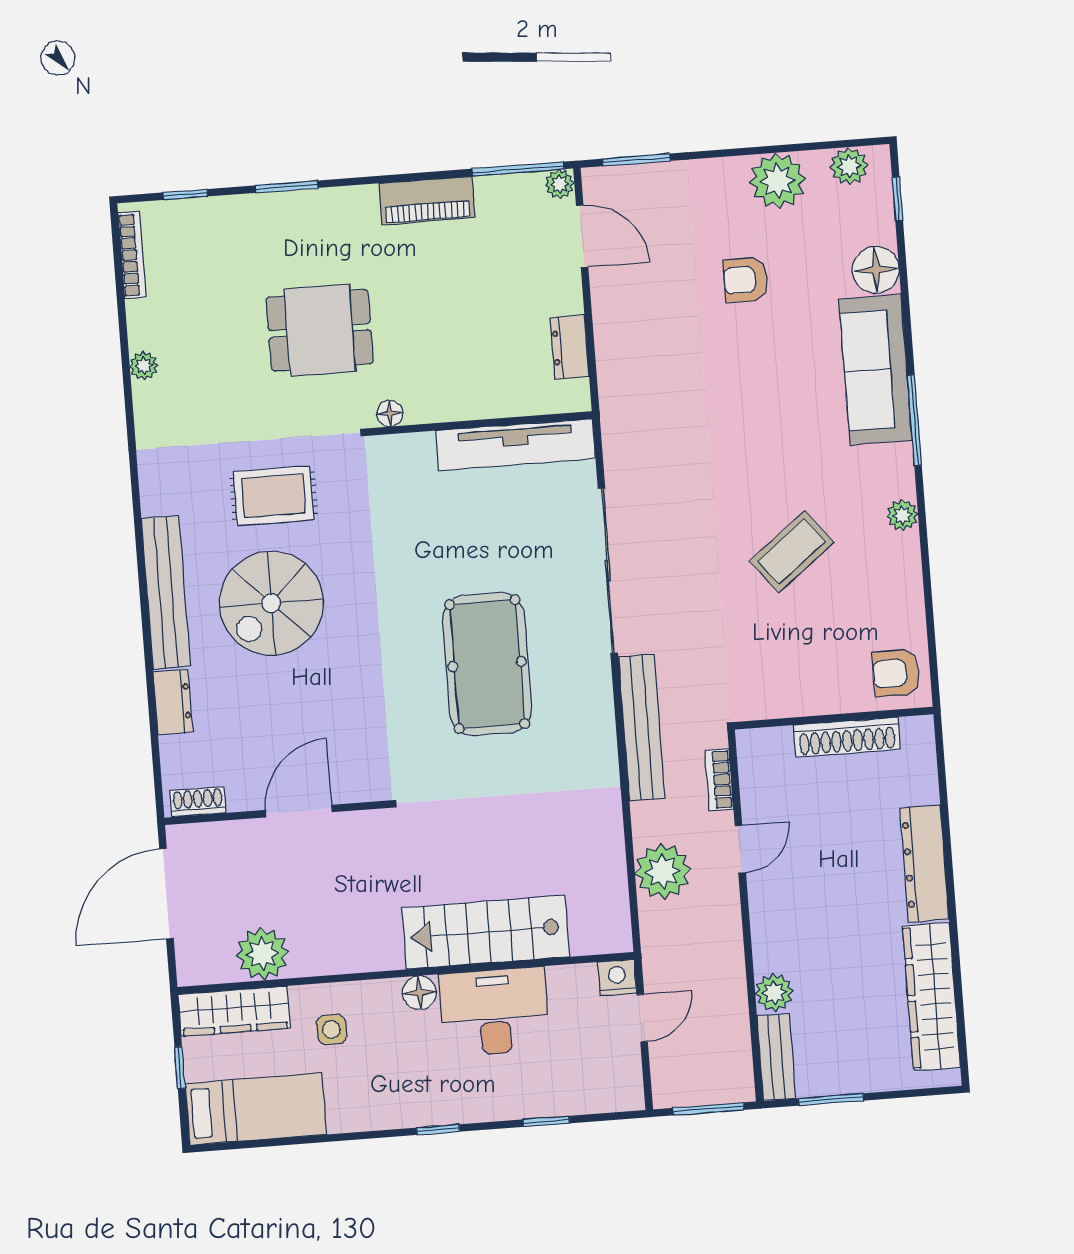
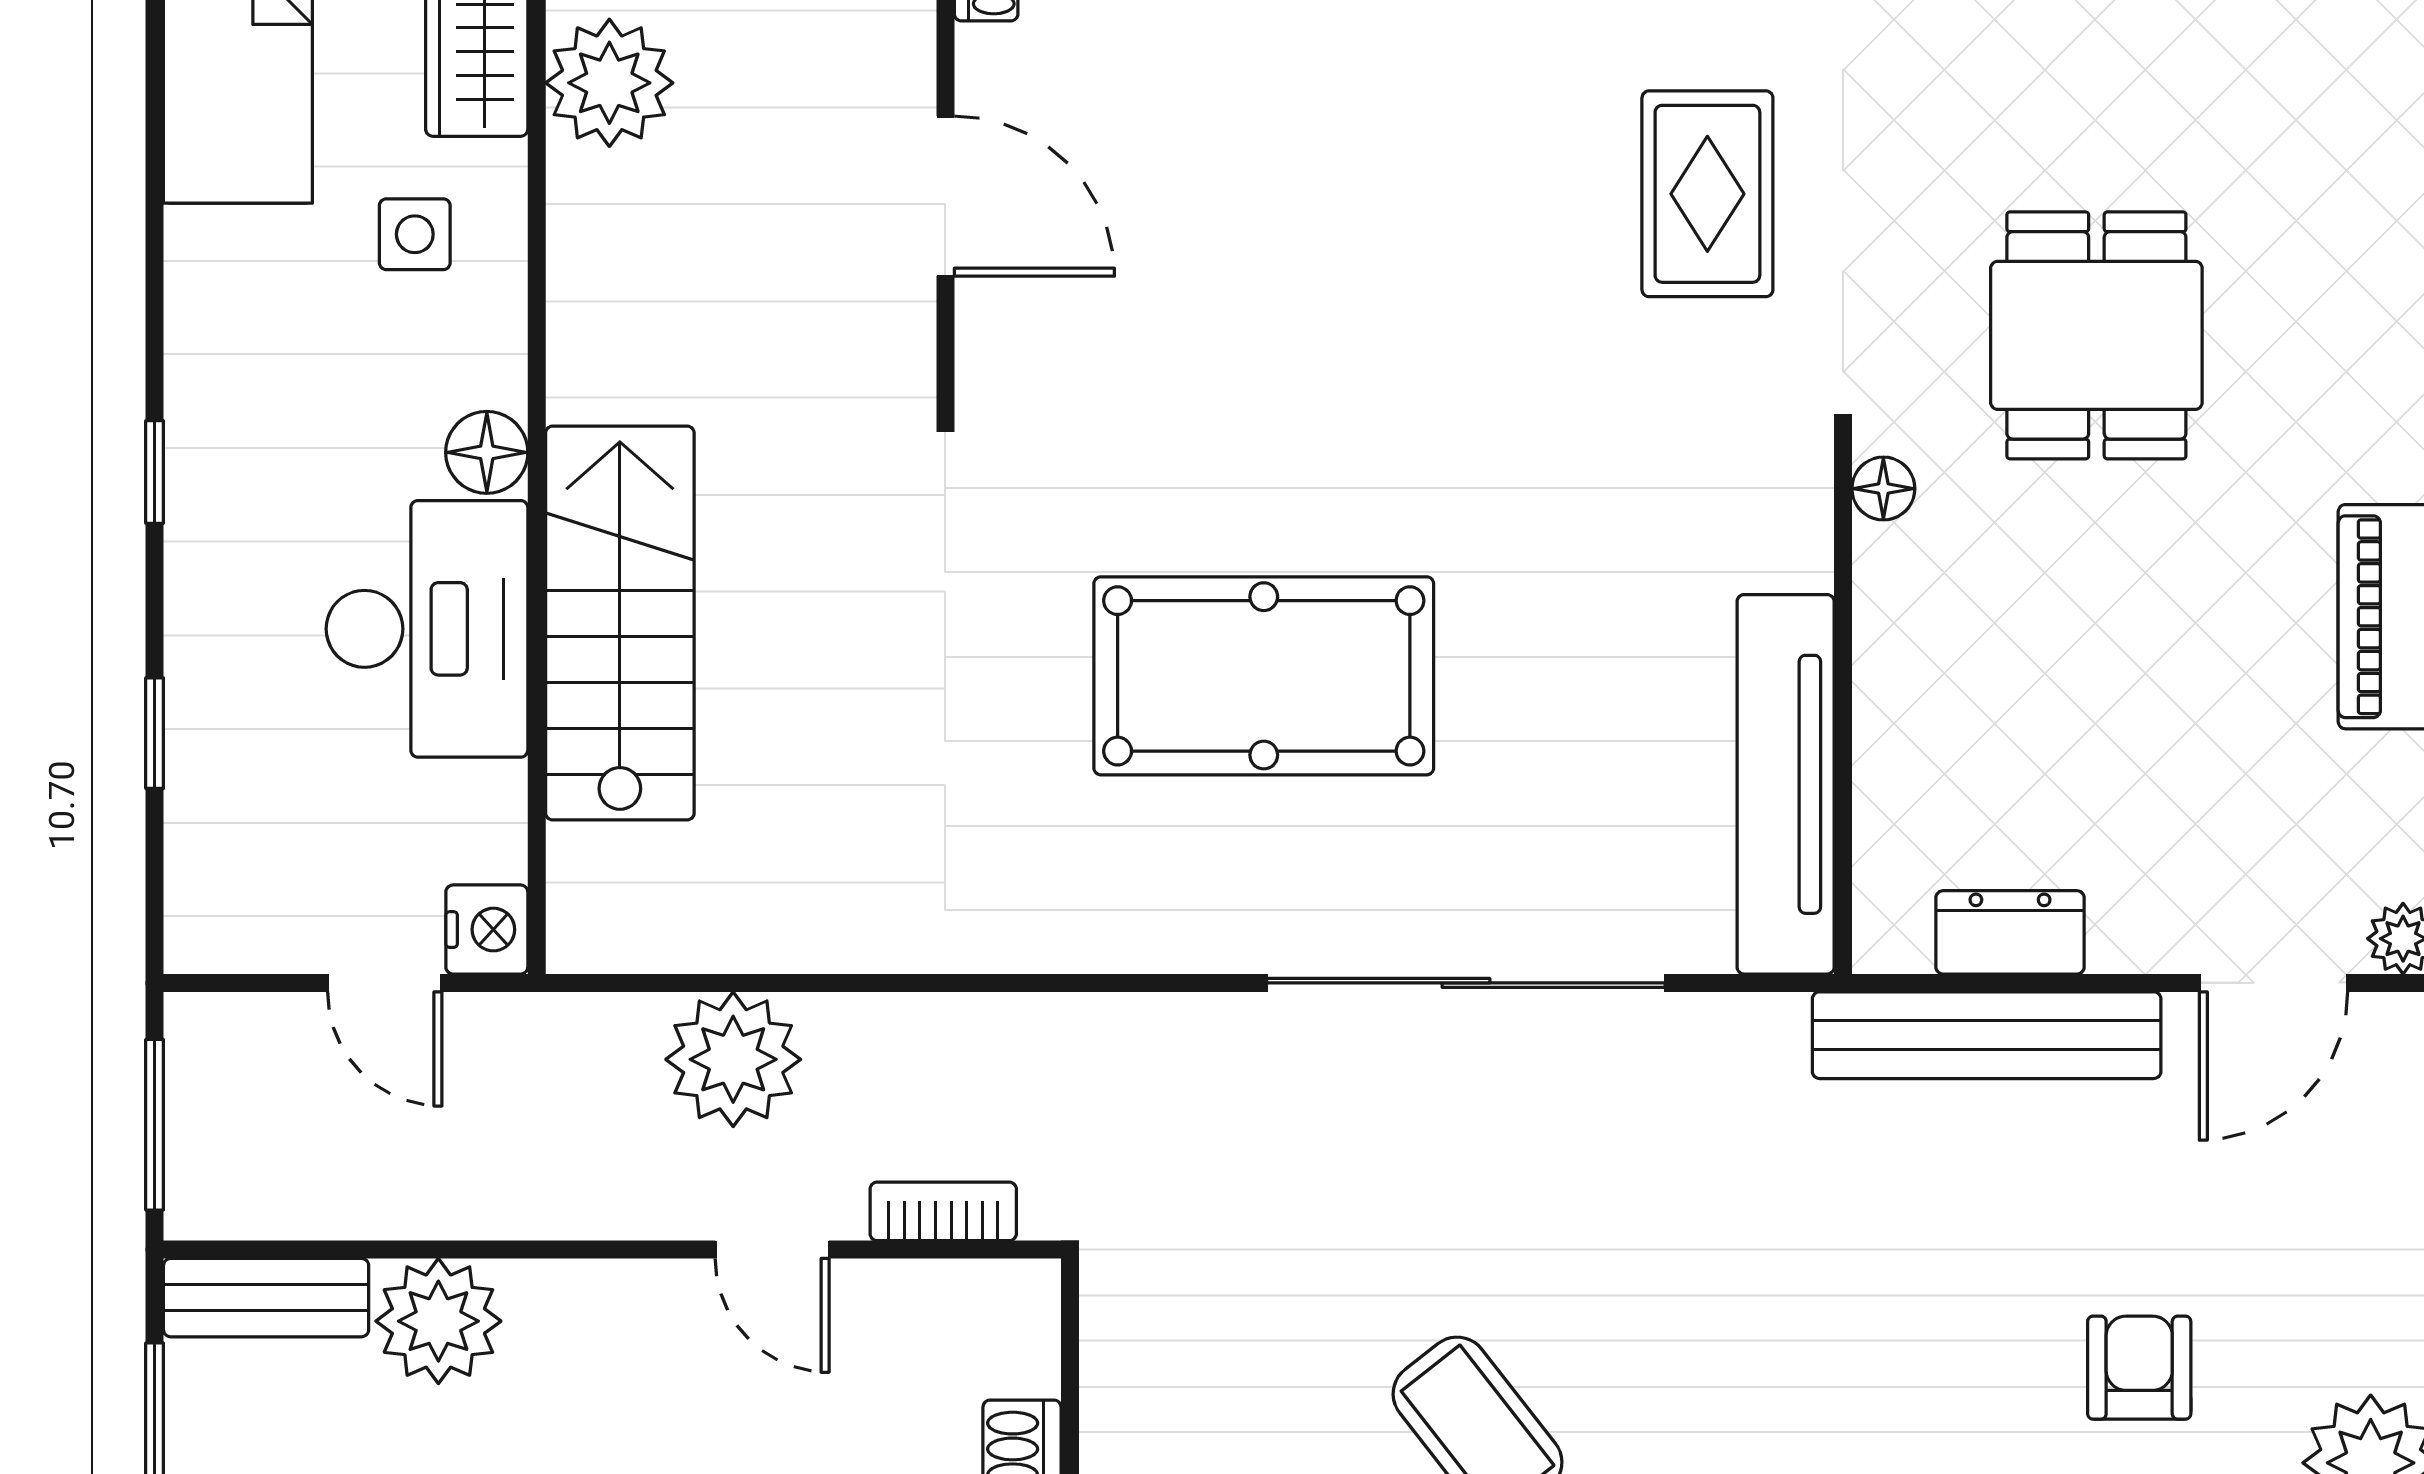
spiral stairs: (271, 603) -> (1450, 169), removed
bench: (642, 727) -> (1987, 1035), moved
plant: (774, 993) -> (438, 1321), width x1.36, depth x1.36

